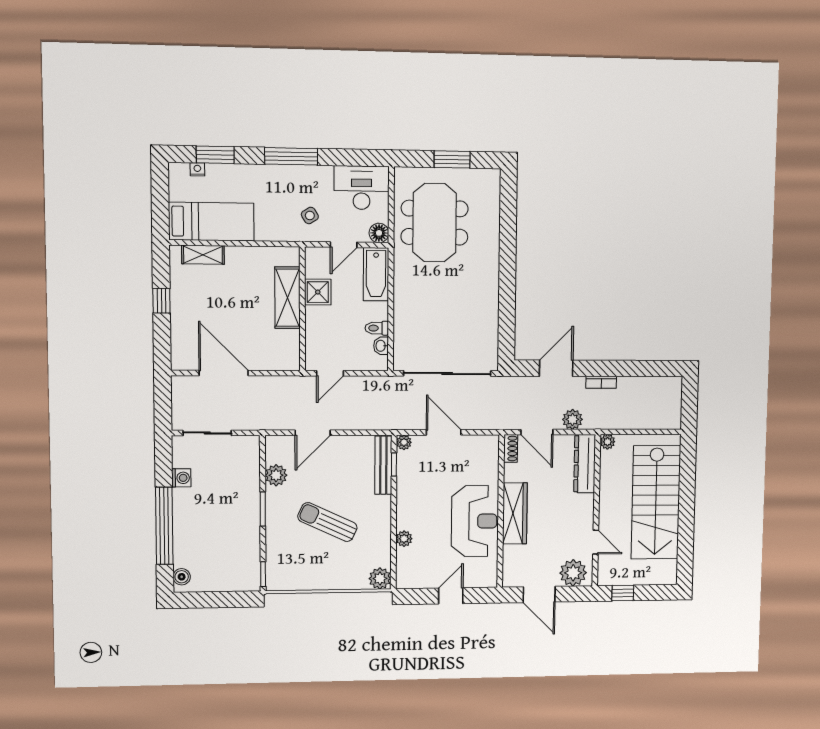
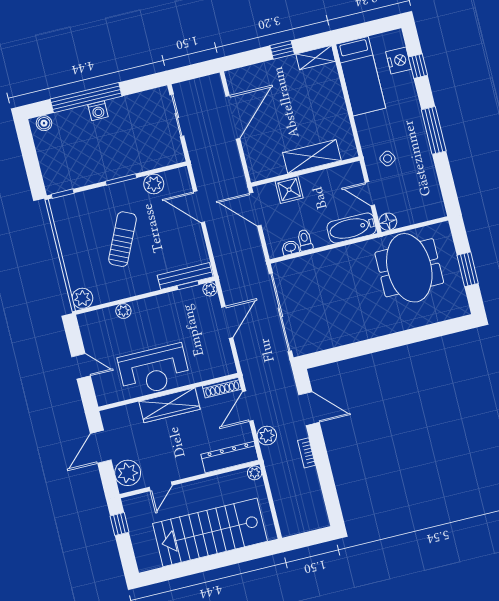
window: (215, 155) -> (418, 66), width x0.67
nightstand: (197, 169) -> (399, 60), width x1.89, depth x1.79
desk: (362, 188) -> (423, 197), removed
meeting table: (435, 223) -> (409, 268), turned 90
shelving: (203, 255) -> (316, 58), moved, turned 90
shower: (318, 292) -> (289, 190), moved
door: (330, 373) -> (255, 209), width x1.38
shoe rack: (511, 448) -> (222, 388), width x1.43
washing machine: (181, 478) -> (98, 111), moved

